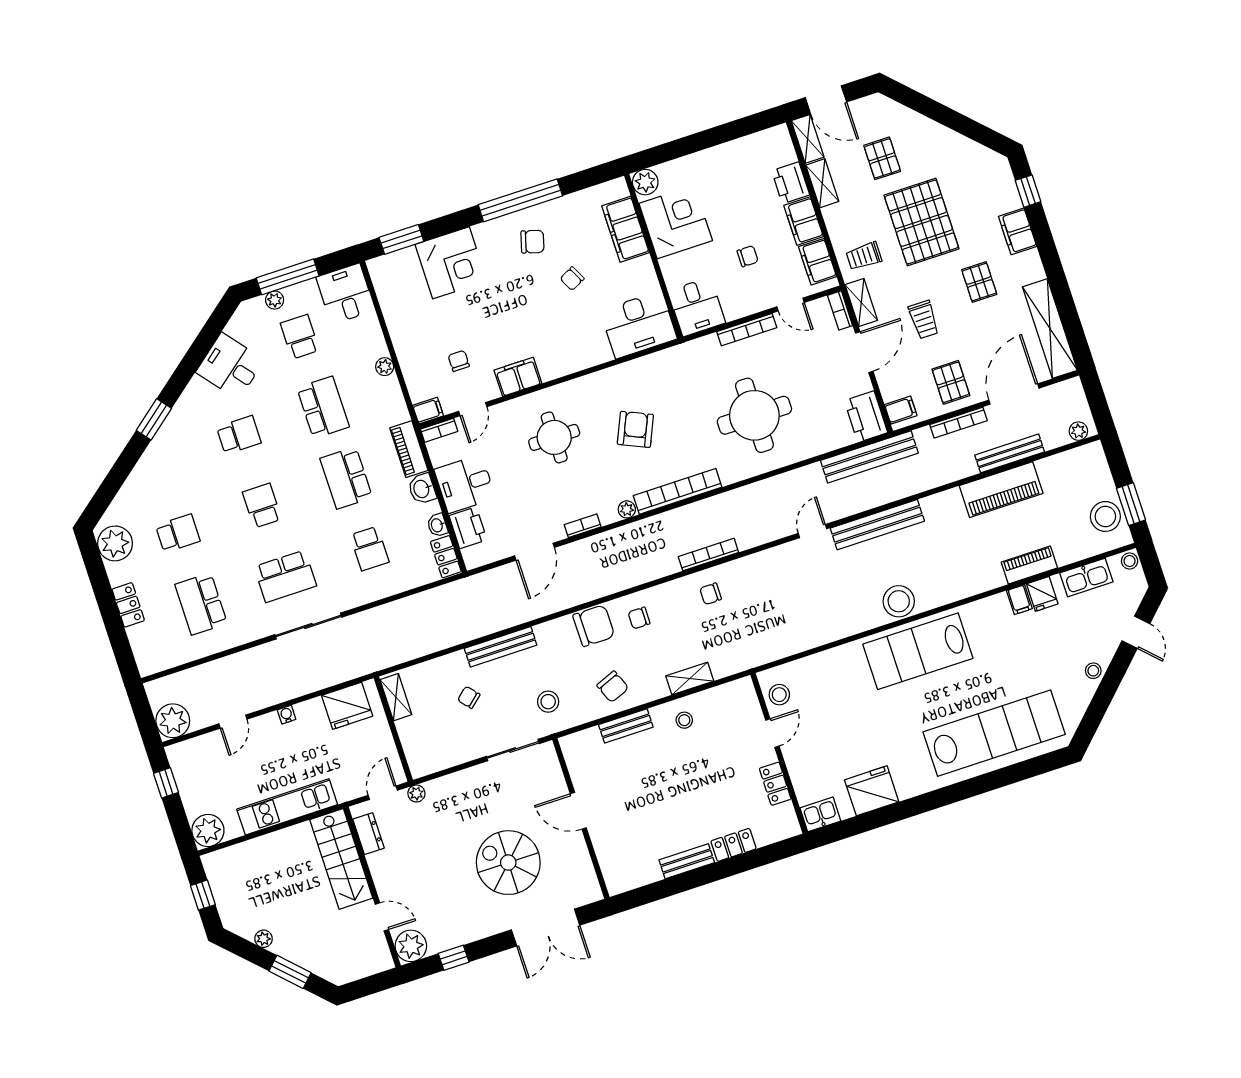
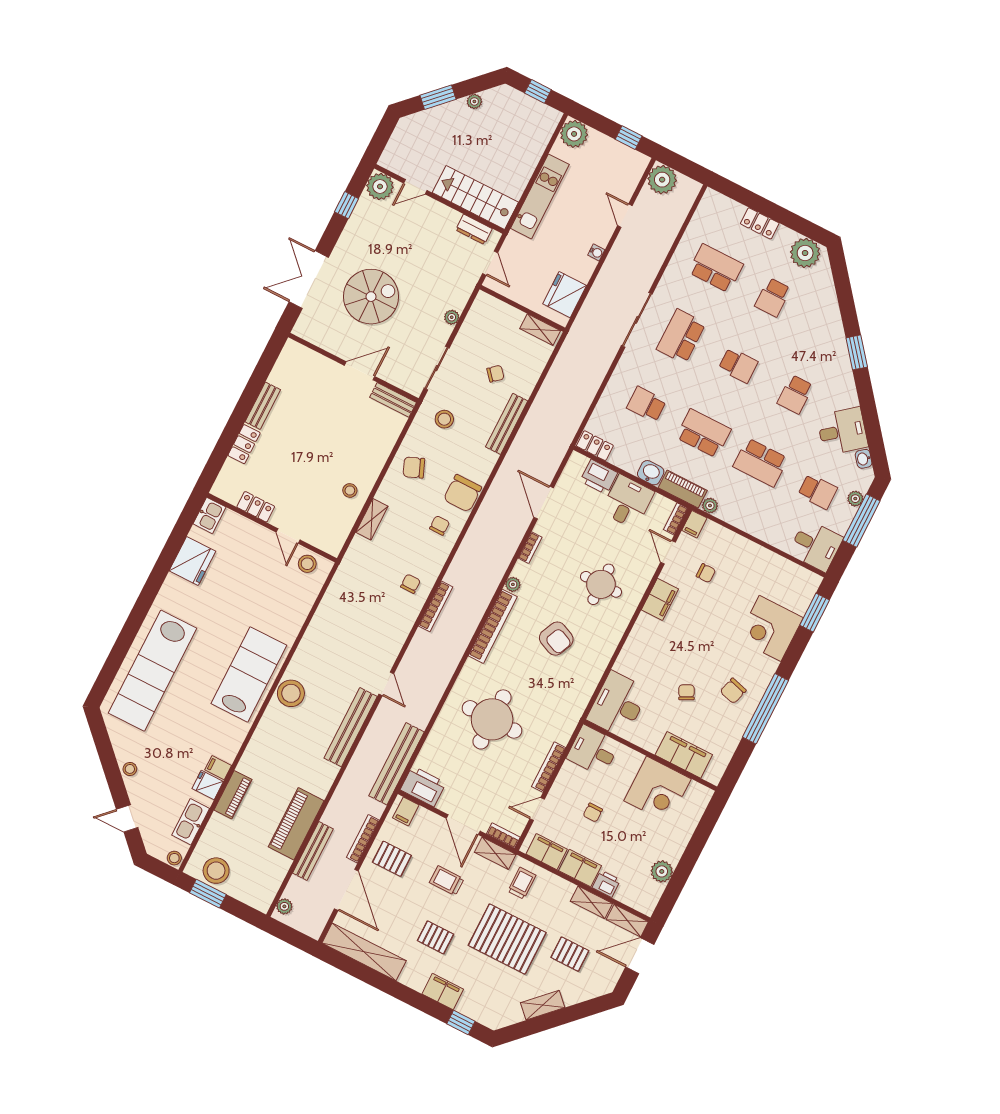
shelving: (946, 139) -> (543, 1005), added
plant: (645, 182) -> (662, 871), moved
printer: (791, 183) -> (606, 884), width x0.73, depth x0.81
plant: (385, 367) -> (710, 506), moved
washbasin: (437, 525) -> (864, 459), moved, turned -129
bench: (626, 726) -> (393, 400), moved, turned 90
plant: (416, 793) -> (452, 317), moved

